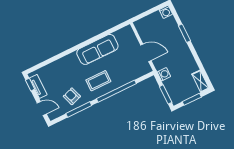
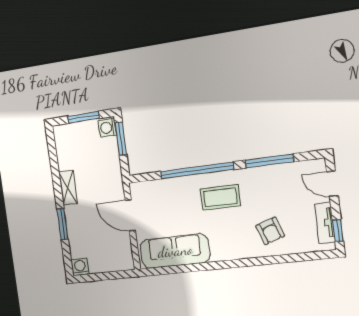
sofa: (97, 49) -> (175, 251), moved
washing machine: (164, 74) -> (107, 128), moved
shelving: (200, 81) -> (68, 188), moved
armchair: (72, 96) -> (270, 231), moved

